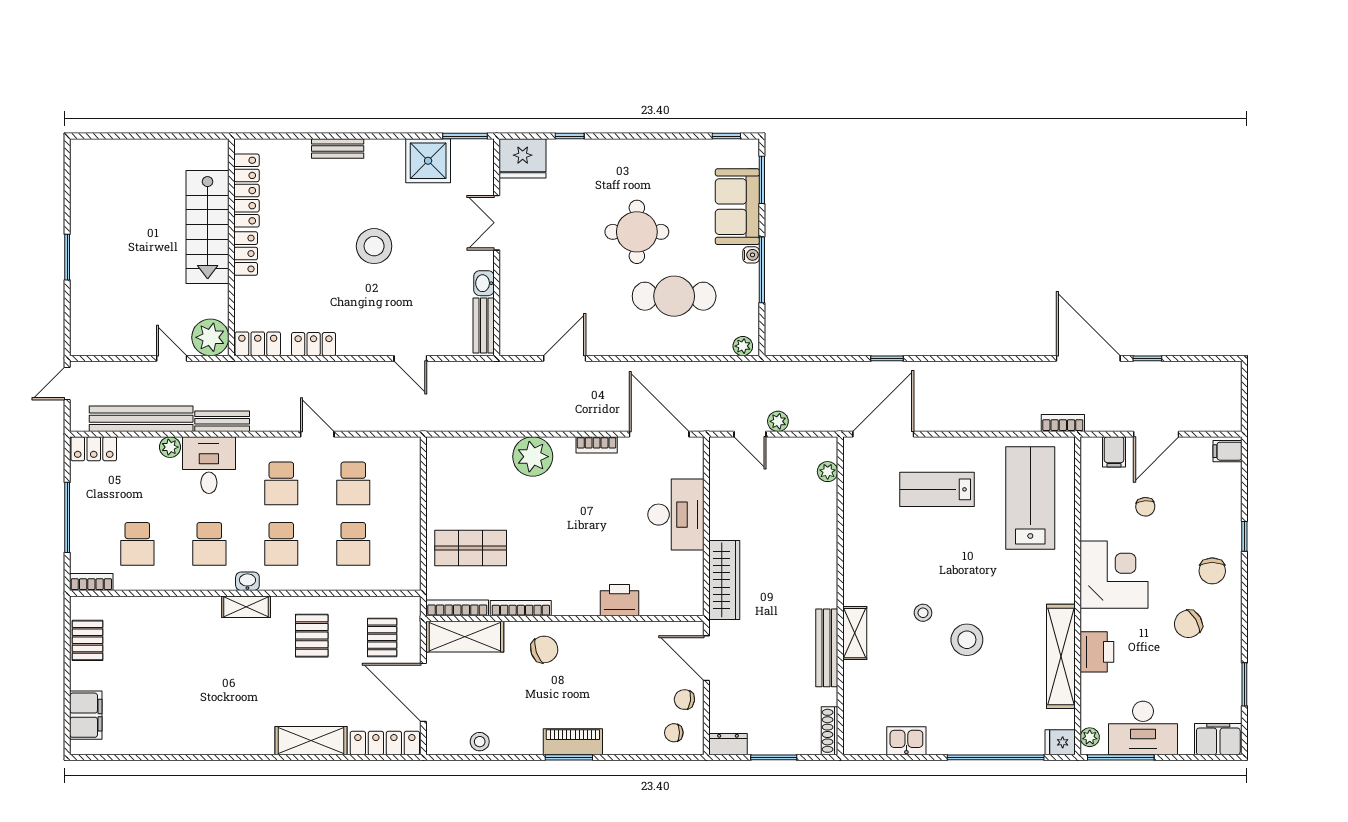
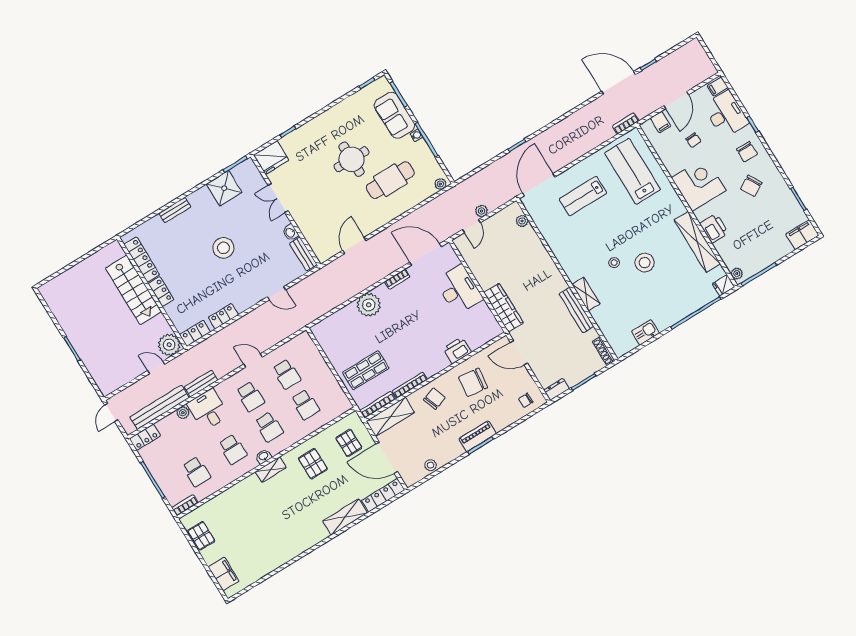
door: (750, 434) -> (471, 226), hinge flipped
chair: (684, 700) -> (473, 382), moved, width x1.87, depth x1.87
desk: (1143, 728) -> (726, 114), moved, turned -90

